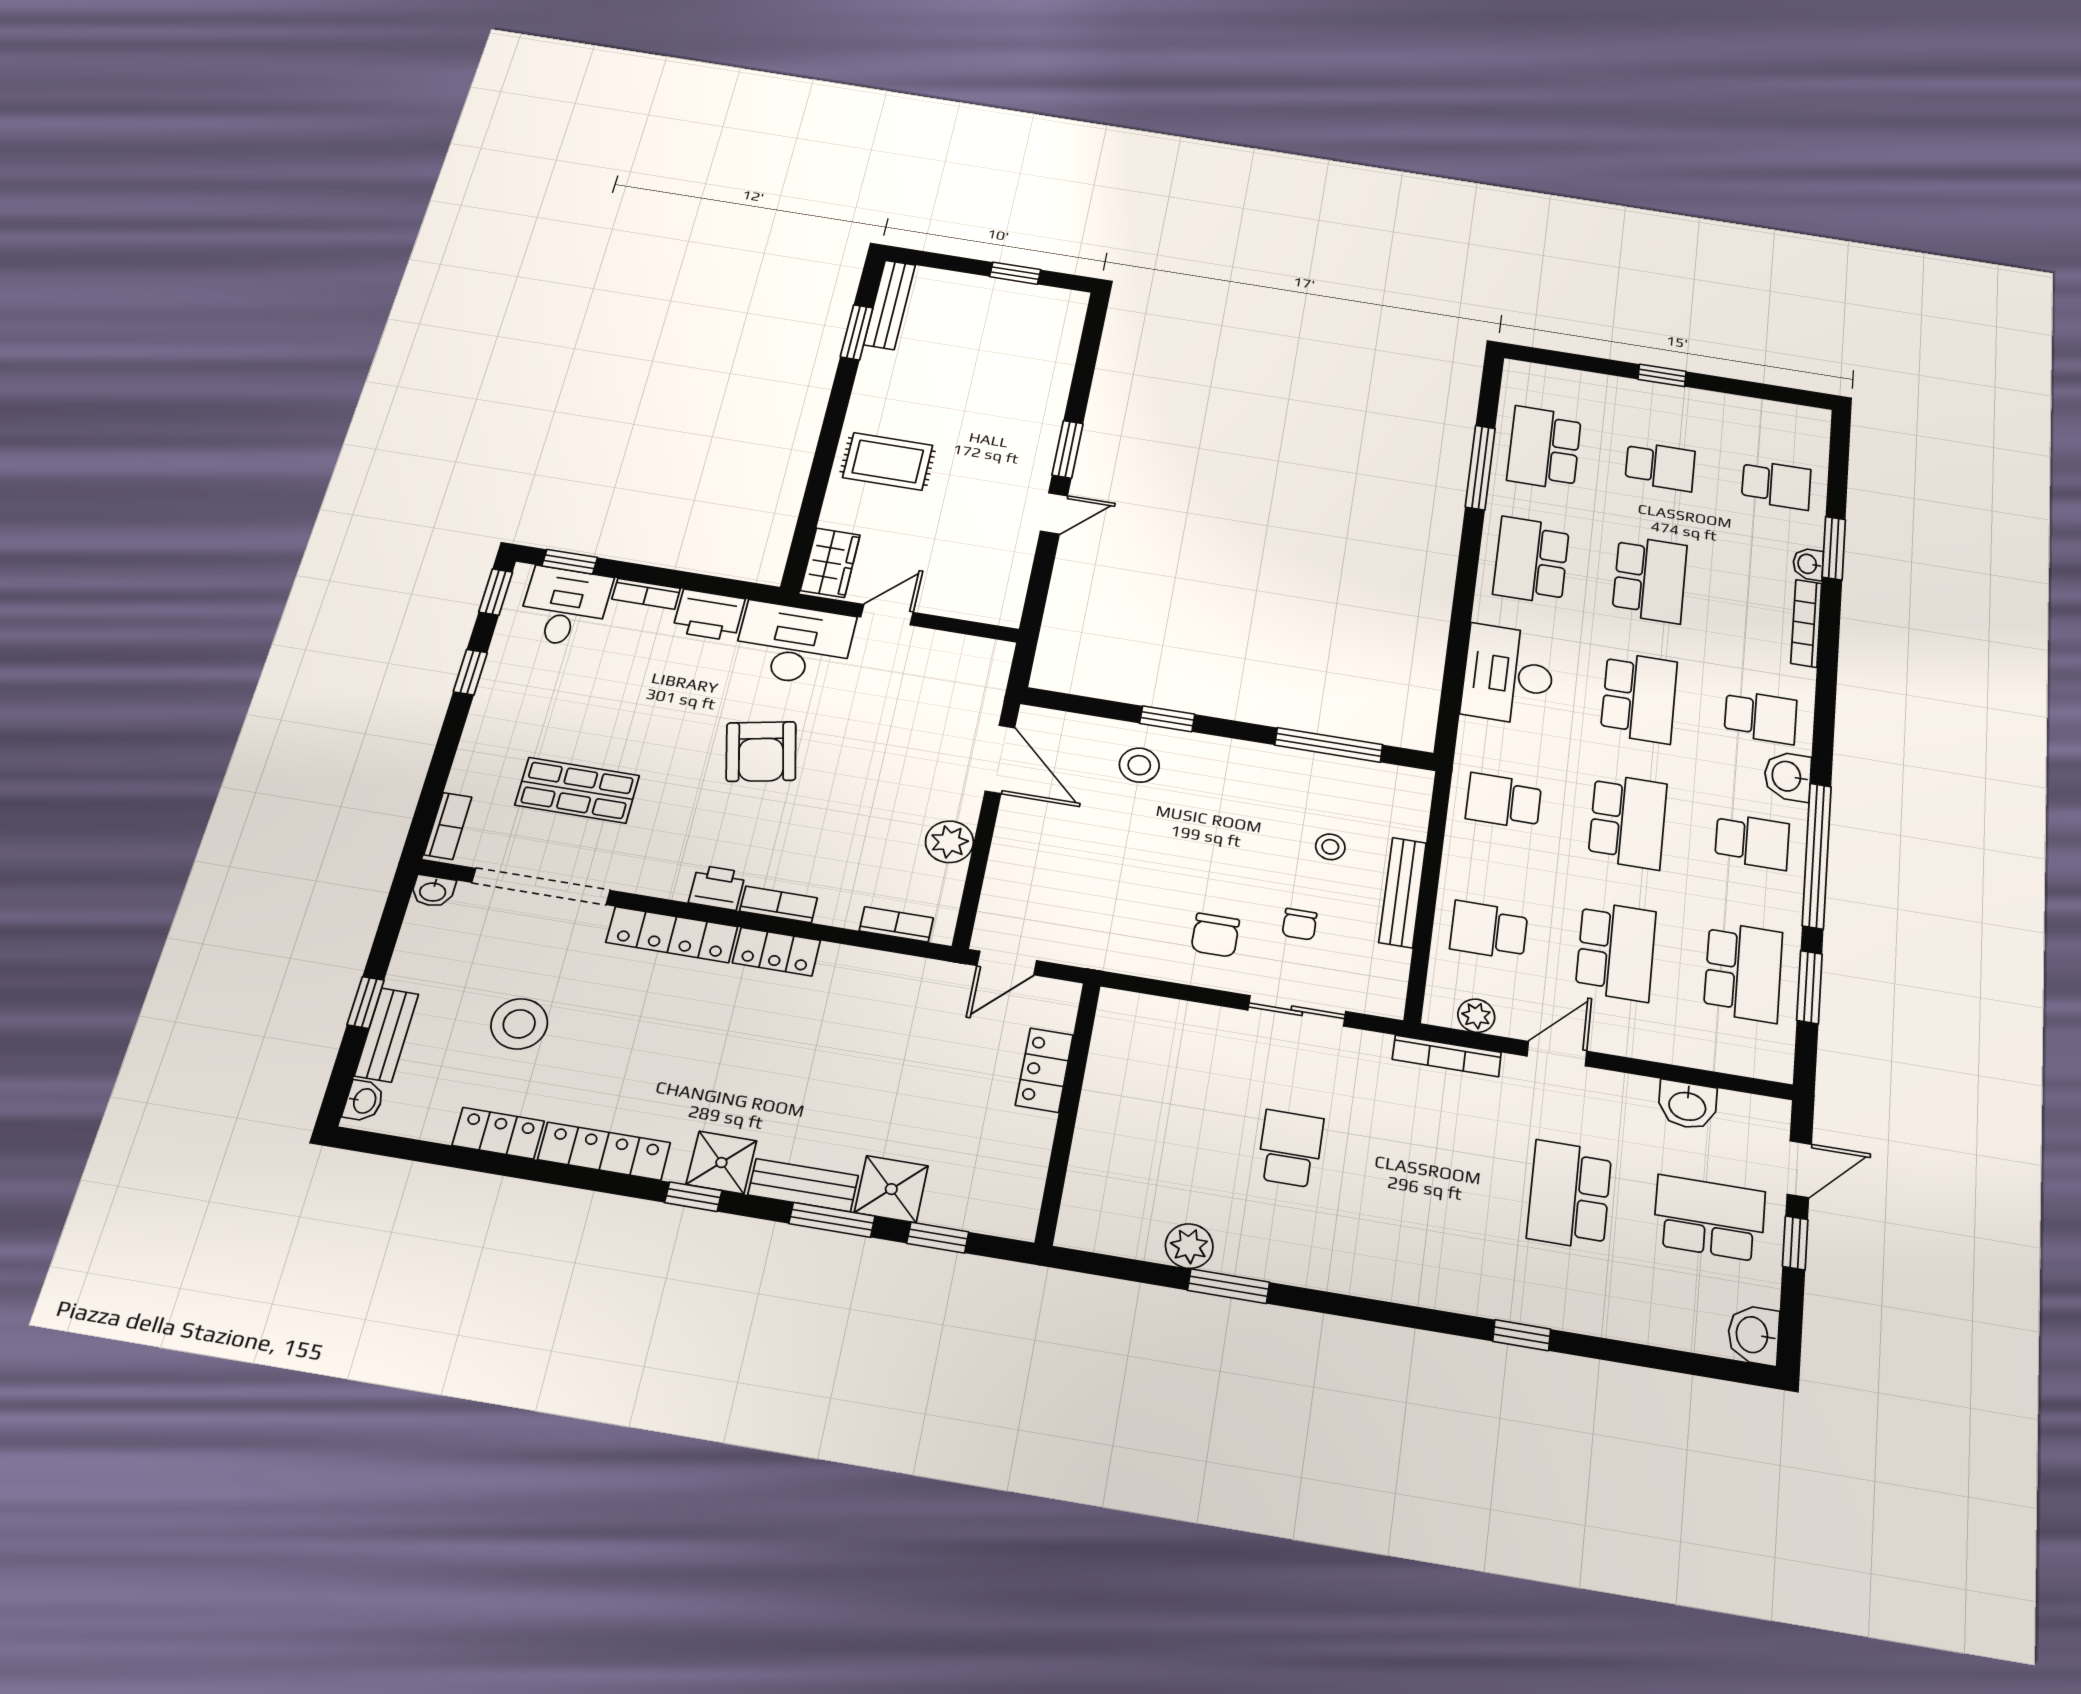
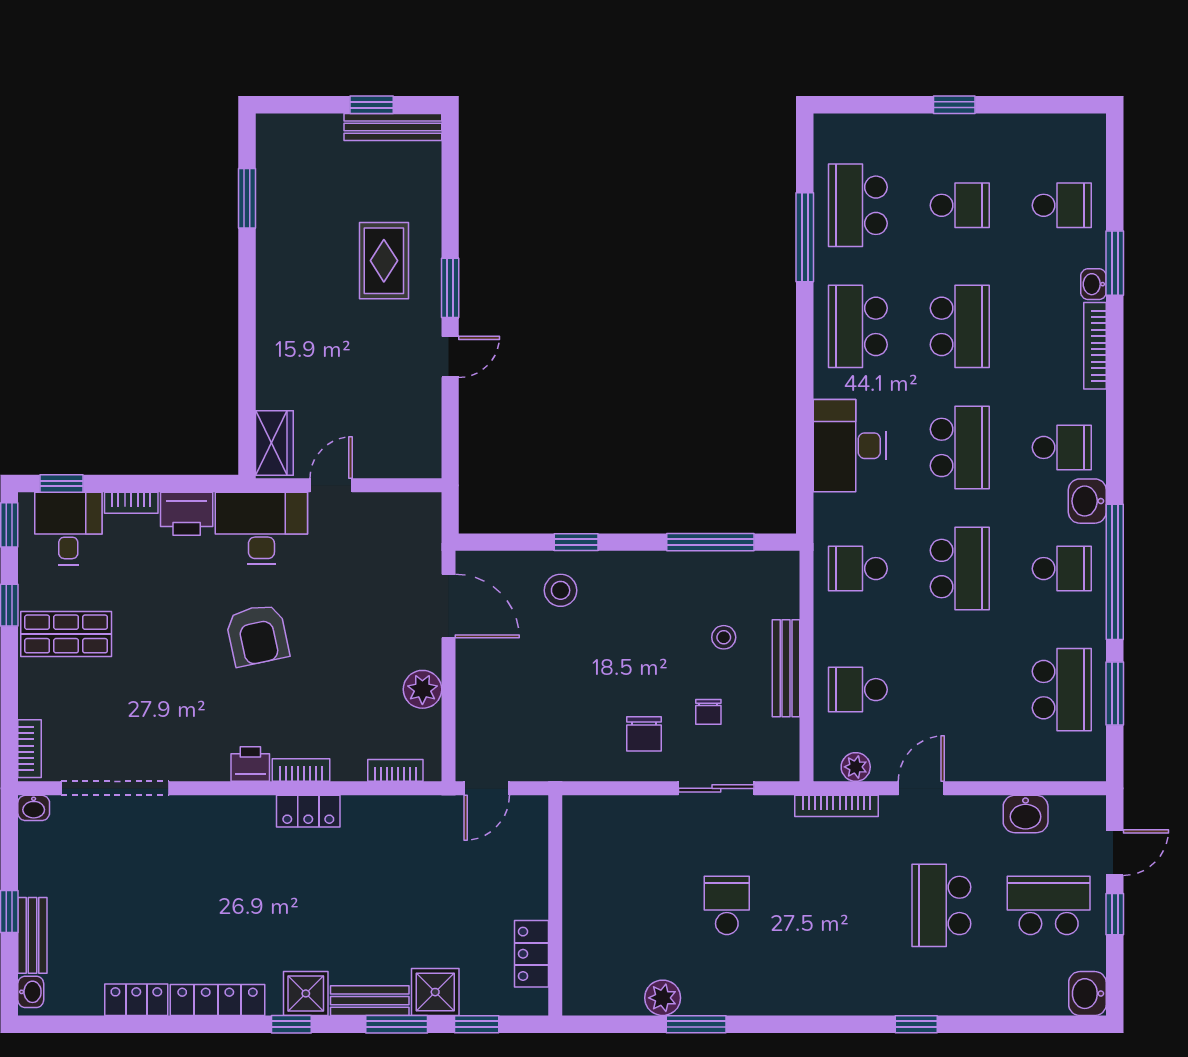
bench: (890, 305) -> (393, 127), moved, turned 90
rug: (888, 461) -> (384, 261), moved, turned 90
shop shelf: (577, 790) -> (66, 634), moved
locker: (672, 935) -> (225, 811), removed
school desk: (1616, 951) -> (960, 690), removed
stool: (519, 1024) -> (129, 908), removed
locker: (1044, 1070) -> (531, 954), moved

